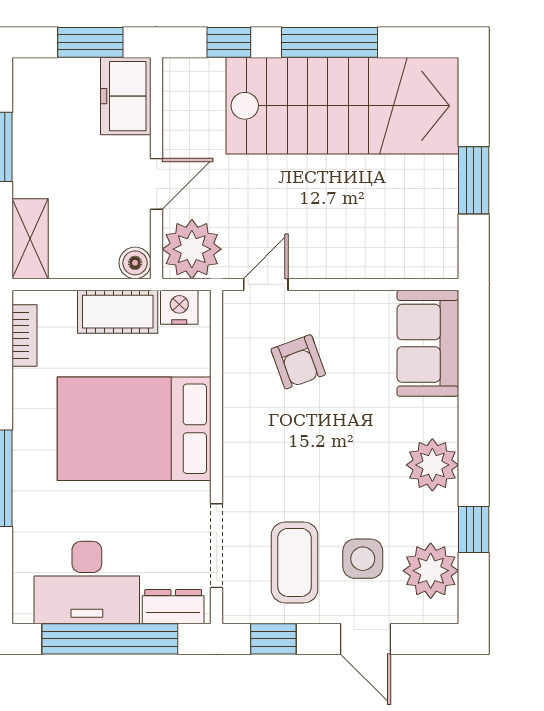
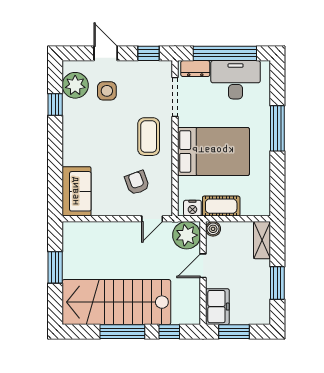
bookcase: (24, 335) -> (265, 195), removed
plant: (432, 465) -> (74, 135), removed
coffee table: (295, 562) -> (149, 137), moved

